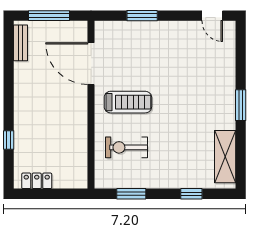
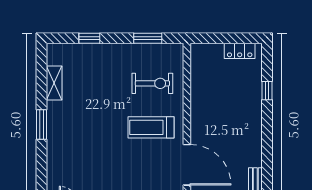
shelving: (225, 157) -> (54, 83), width x0.67, depth x0.75

